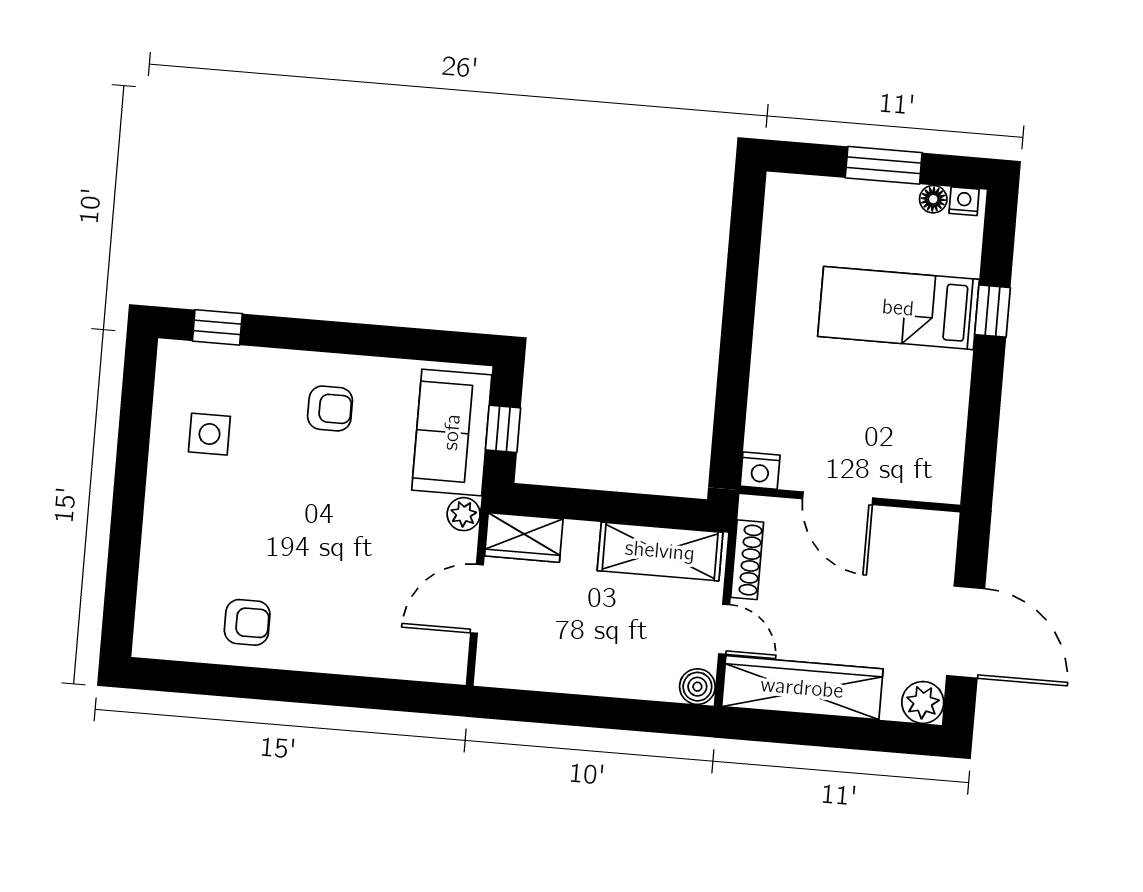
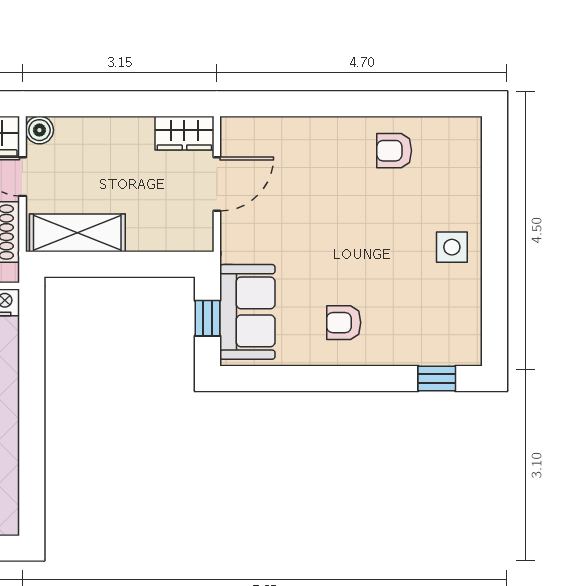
side table: (209, 434) -> (452, 247), moved
plant: (464, 514) -> (233, 249), removed
wardrobe: (524, 537) -> (184, 133), moved, turned 180

